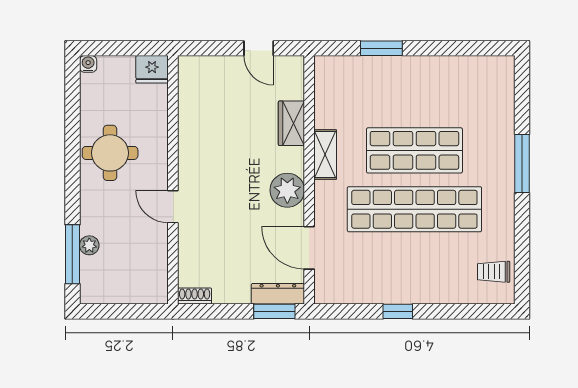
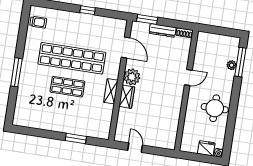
fridge: (152, 69) -> (206, 148), moved
wardrobe: (291, 123) -> (127, 97), moved
shop shelf: (414, 150) -> (67, 87), width x0.70, depth x0.74
door: (173, 207) -> (188, 78), hinge flipped
dresser: (278, 294) -> (162, 30), moved

